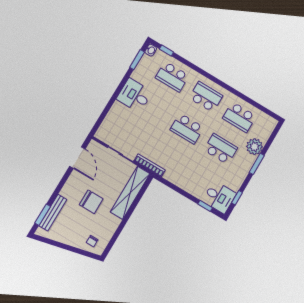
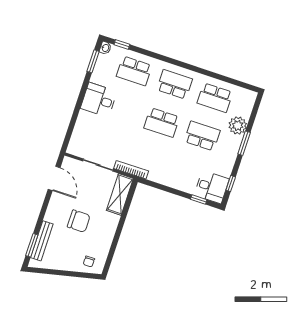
shelving: (130, 193) -> (120, 194), width x0.68

